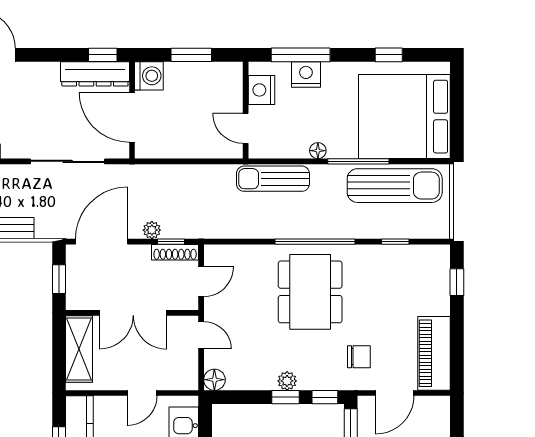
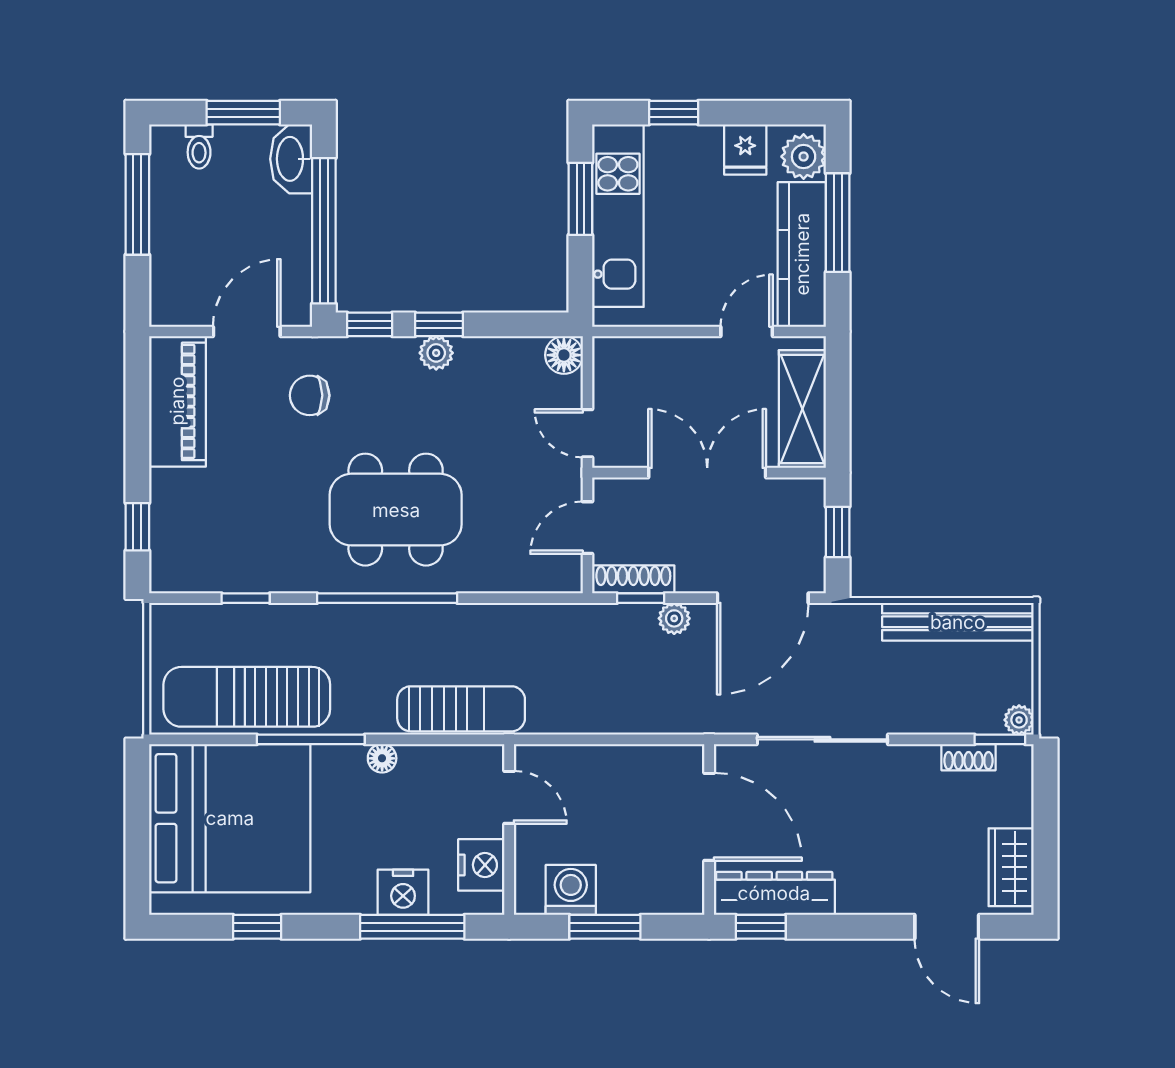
washing machine: (149, 76) -> (571, 890), moved, turned 90
dining table: (310, 292) -> (396, 510), turned 90
door: (142, 393) -> (747, 331), moved

